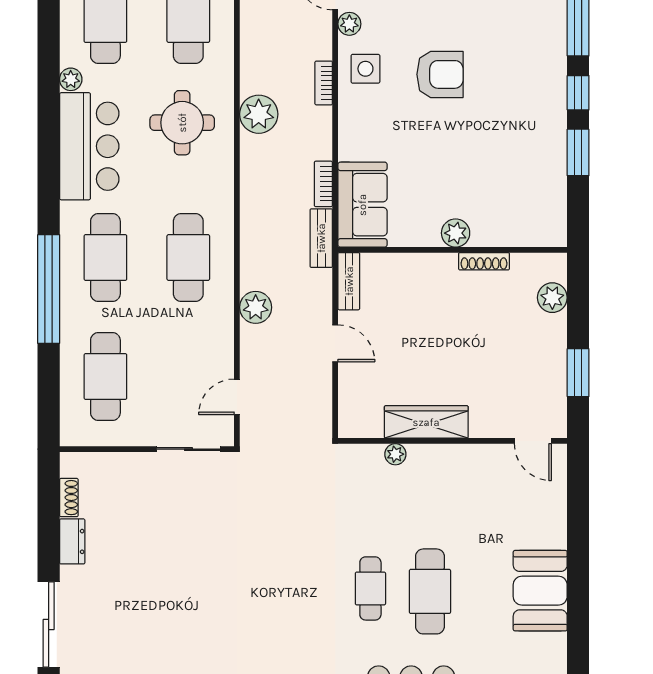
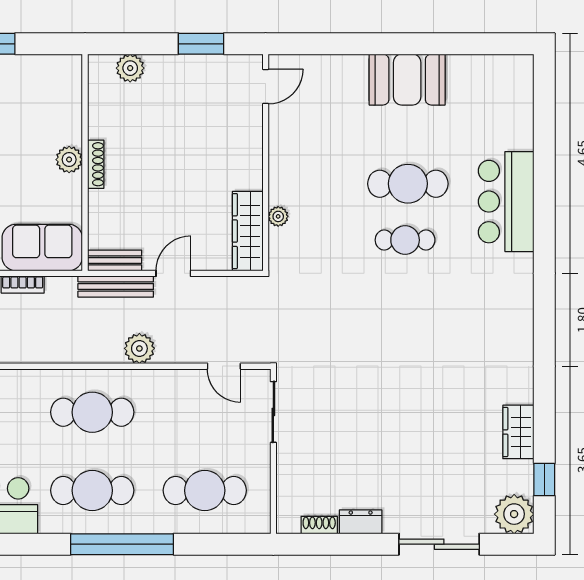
bench: (321, 238) -> (116, 287), moved, width x1.36
shoe rack: (484, 261) -> (96, 164), moved
wardrobe: (426, 422) -> (248, 231), moved

